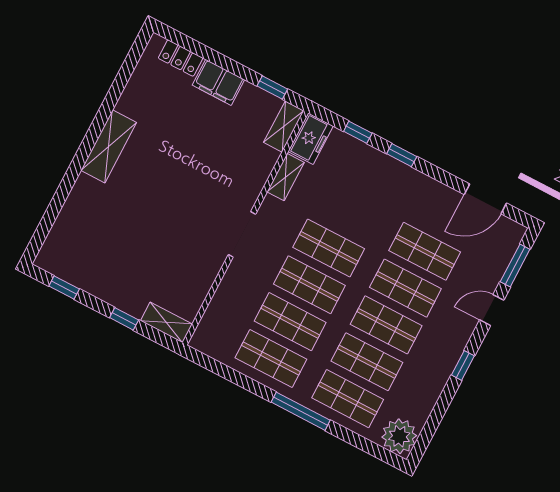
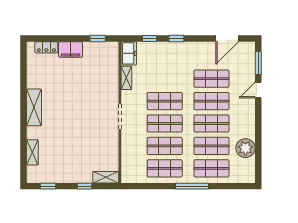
shelving: (284, 127) -> (32, 152), moved
window: (463, 365) -> (258, 124), removed
plant: (399, 436) -> (245, 148), moved

